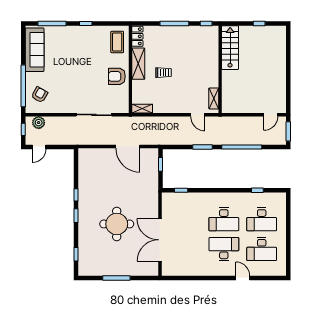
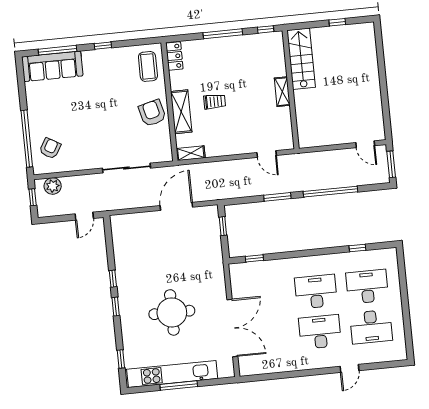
sofa: (35, 50) -> (52, 66), moved, turned 90
shelving: (138, 64) -> (181, 112), moved
armchair: (117, 76) -> (152, 113), turned 76
shelving: (214, 98) -> (282, 92), moved
door: (271, 115) -> (365, 144), hinge flipped
door: (128, 146) -> (176, 206), swing flipped
door: (39, 147) -> (84, 216), moved
desk: (224, 219) -> (316, 292), turned 180
desk: (262, 219) -> (367, 287), turned 180
double door: (160, 240) -> (232, 328), swing flipped
kitchen unit: (112, 269) -> (172, 374), added
door: (243, 278) -> (350, 368), swing flipped

